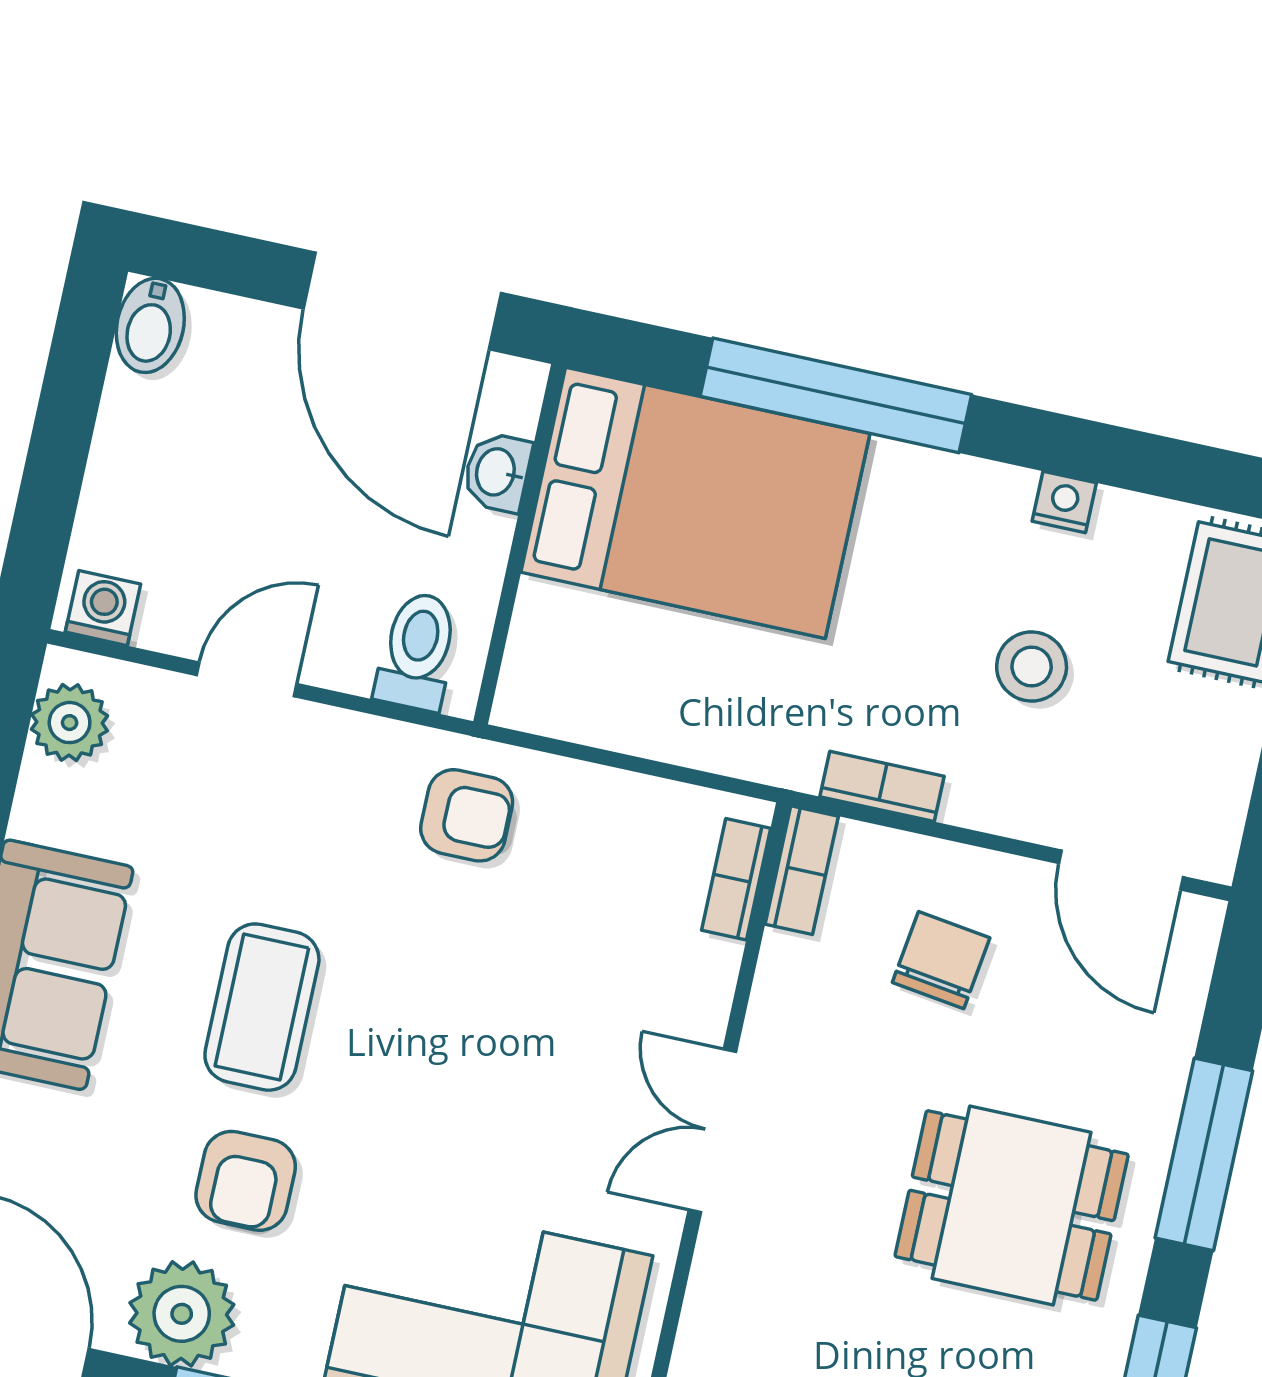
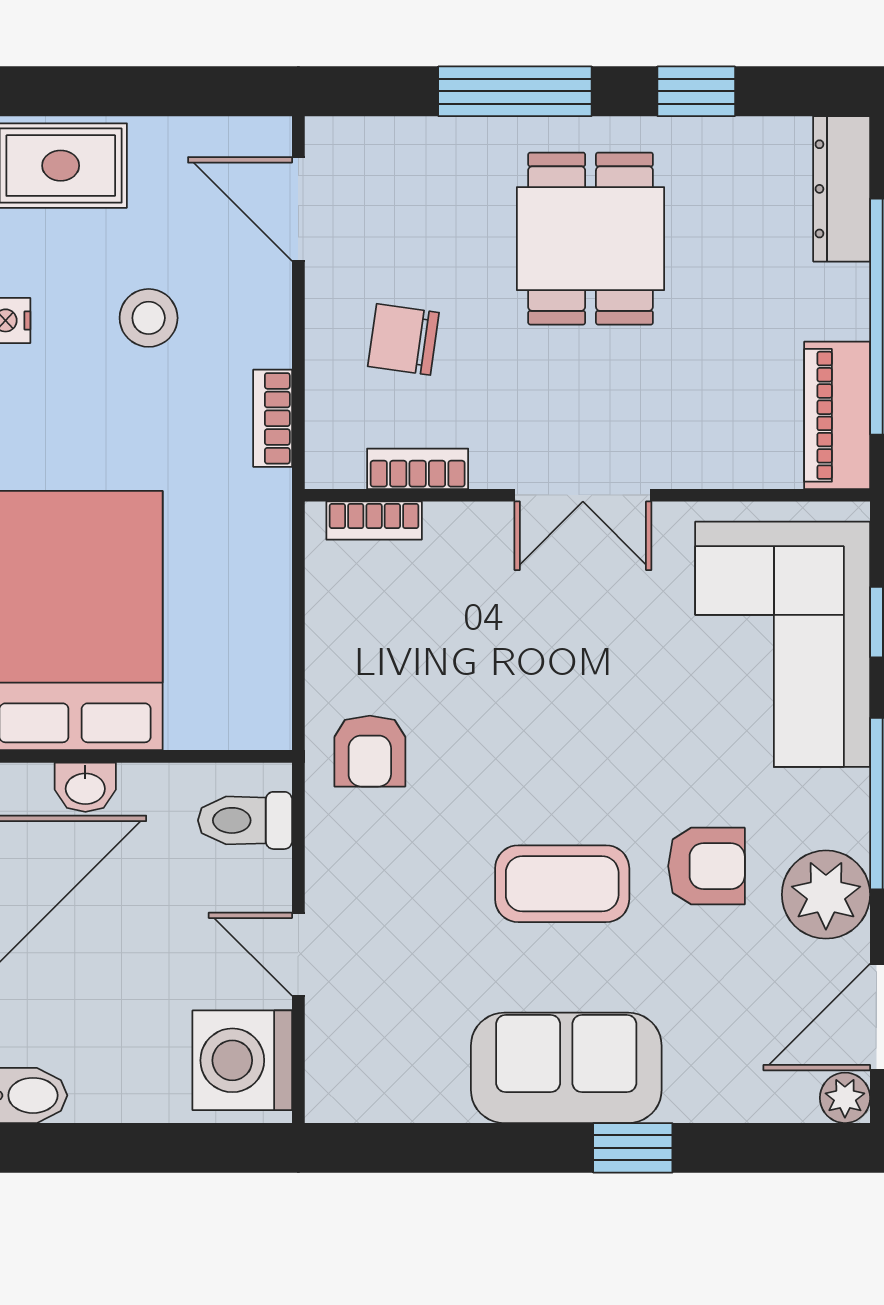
washing machine: (103, 608) -> (242, 1060), width x1.89, depth x1.89
plant: (70, 723) -> (365, 1091), removed
armchair: (467, 815) -> (370, 751), turned 180
bookcase: (802, 870) -> (418, 469), moved
door: (1121, 870) -> (298, 209), swing flipped

